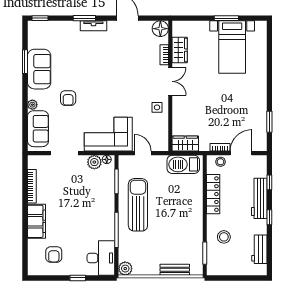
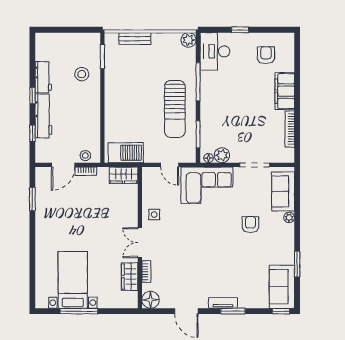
window: (226, 18) -> (79, 311), width x1.44
sofa: (39, 69) -> (282, 287), moved
locker: (213, 194) -> (93, 121), removed
workbench: (259, 249) -> (43, 77), moved

